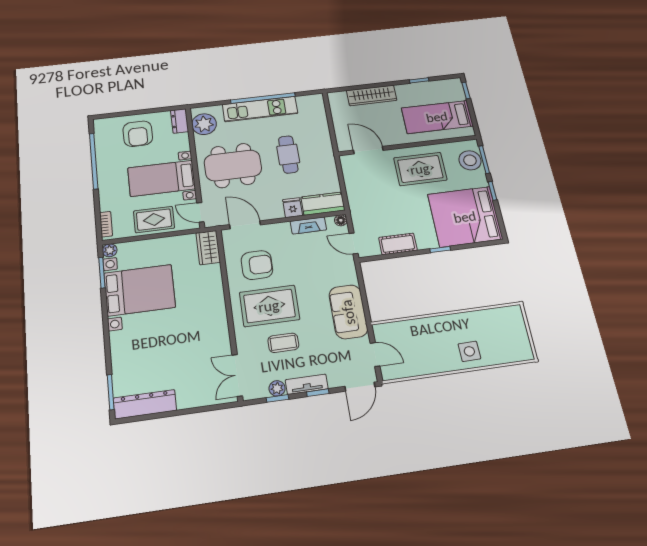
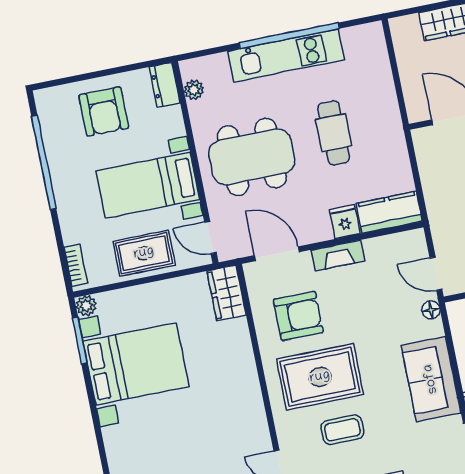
plant: (204, 124) -> (194, 90), width x0.53, depth x0.53
floor lamp: (341, 220) -> (431, 310), moved
fireplace: (308, 225) -> (338, 255), moved

